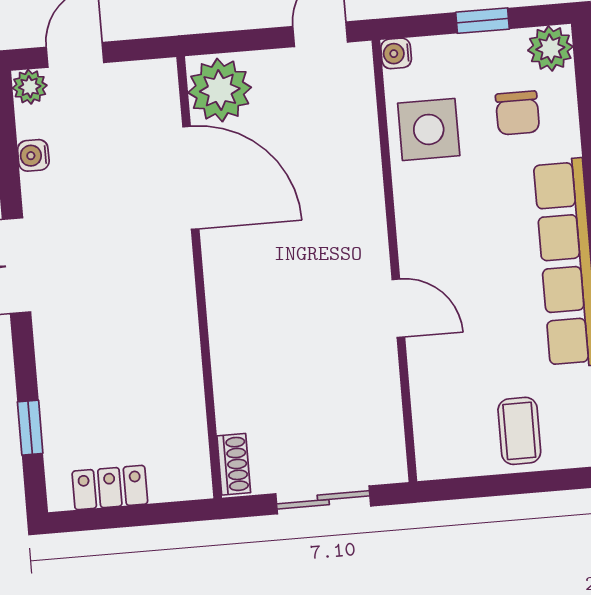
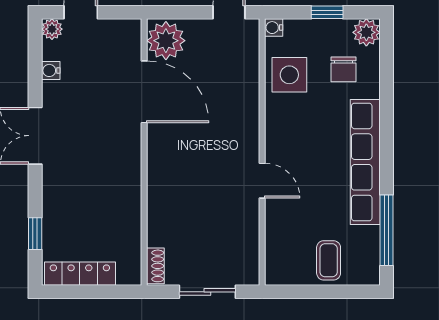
locker: (110, 488) -> (80, 274), width x1.53

